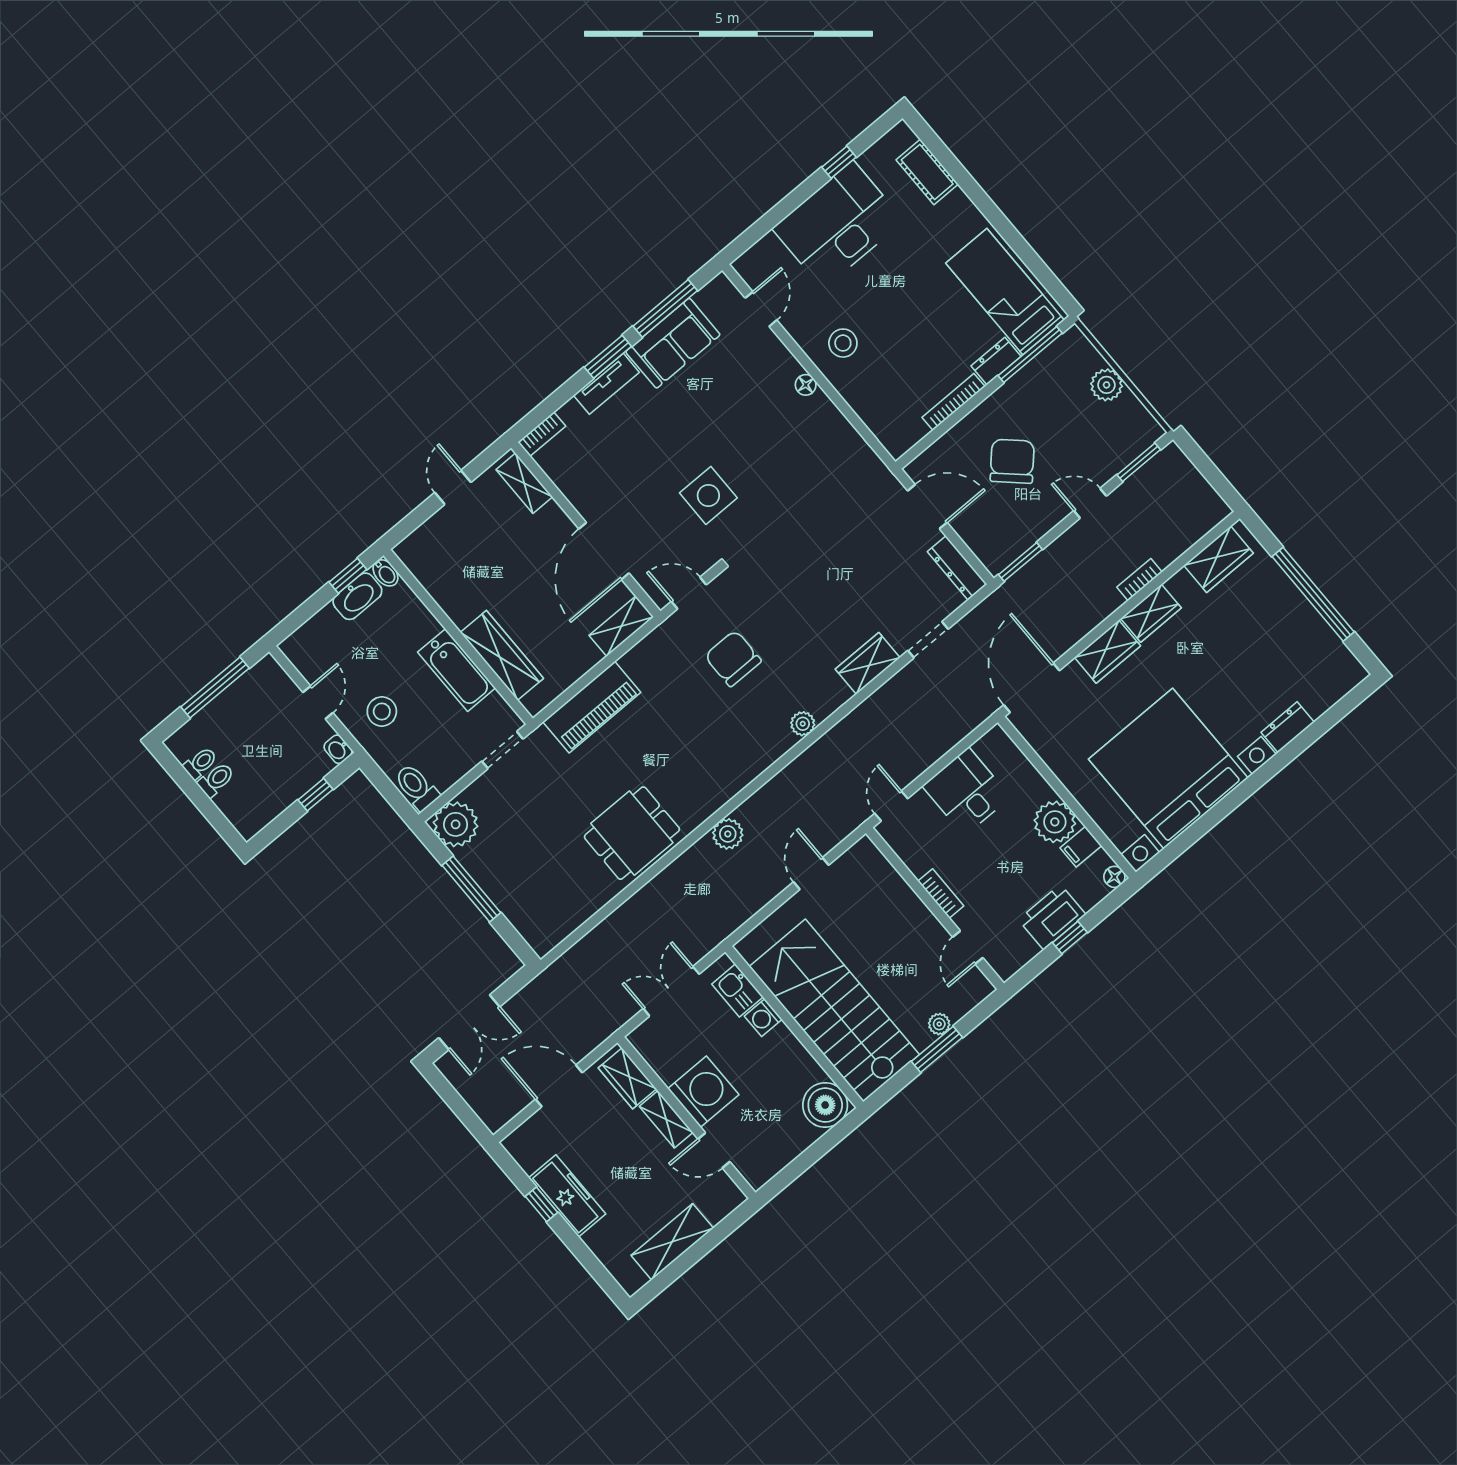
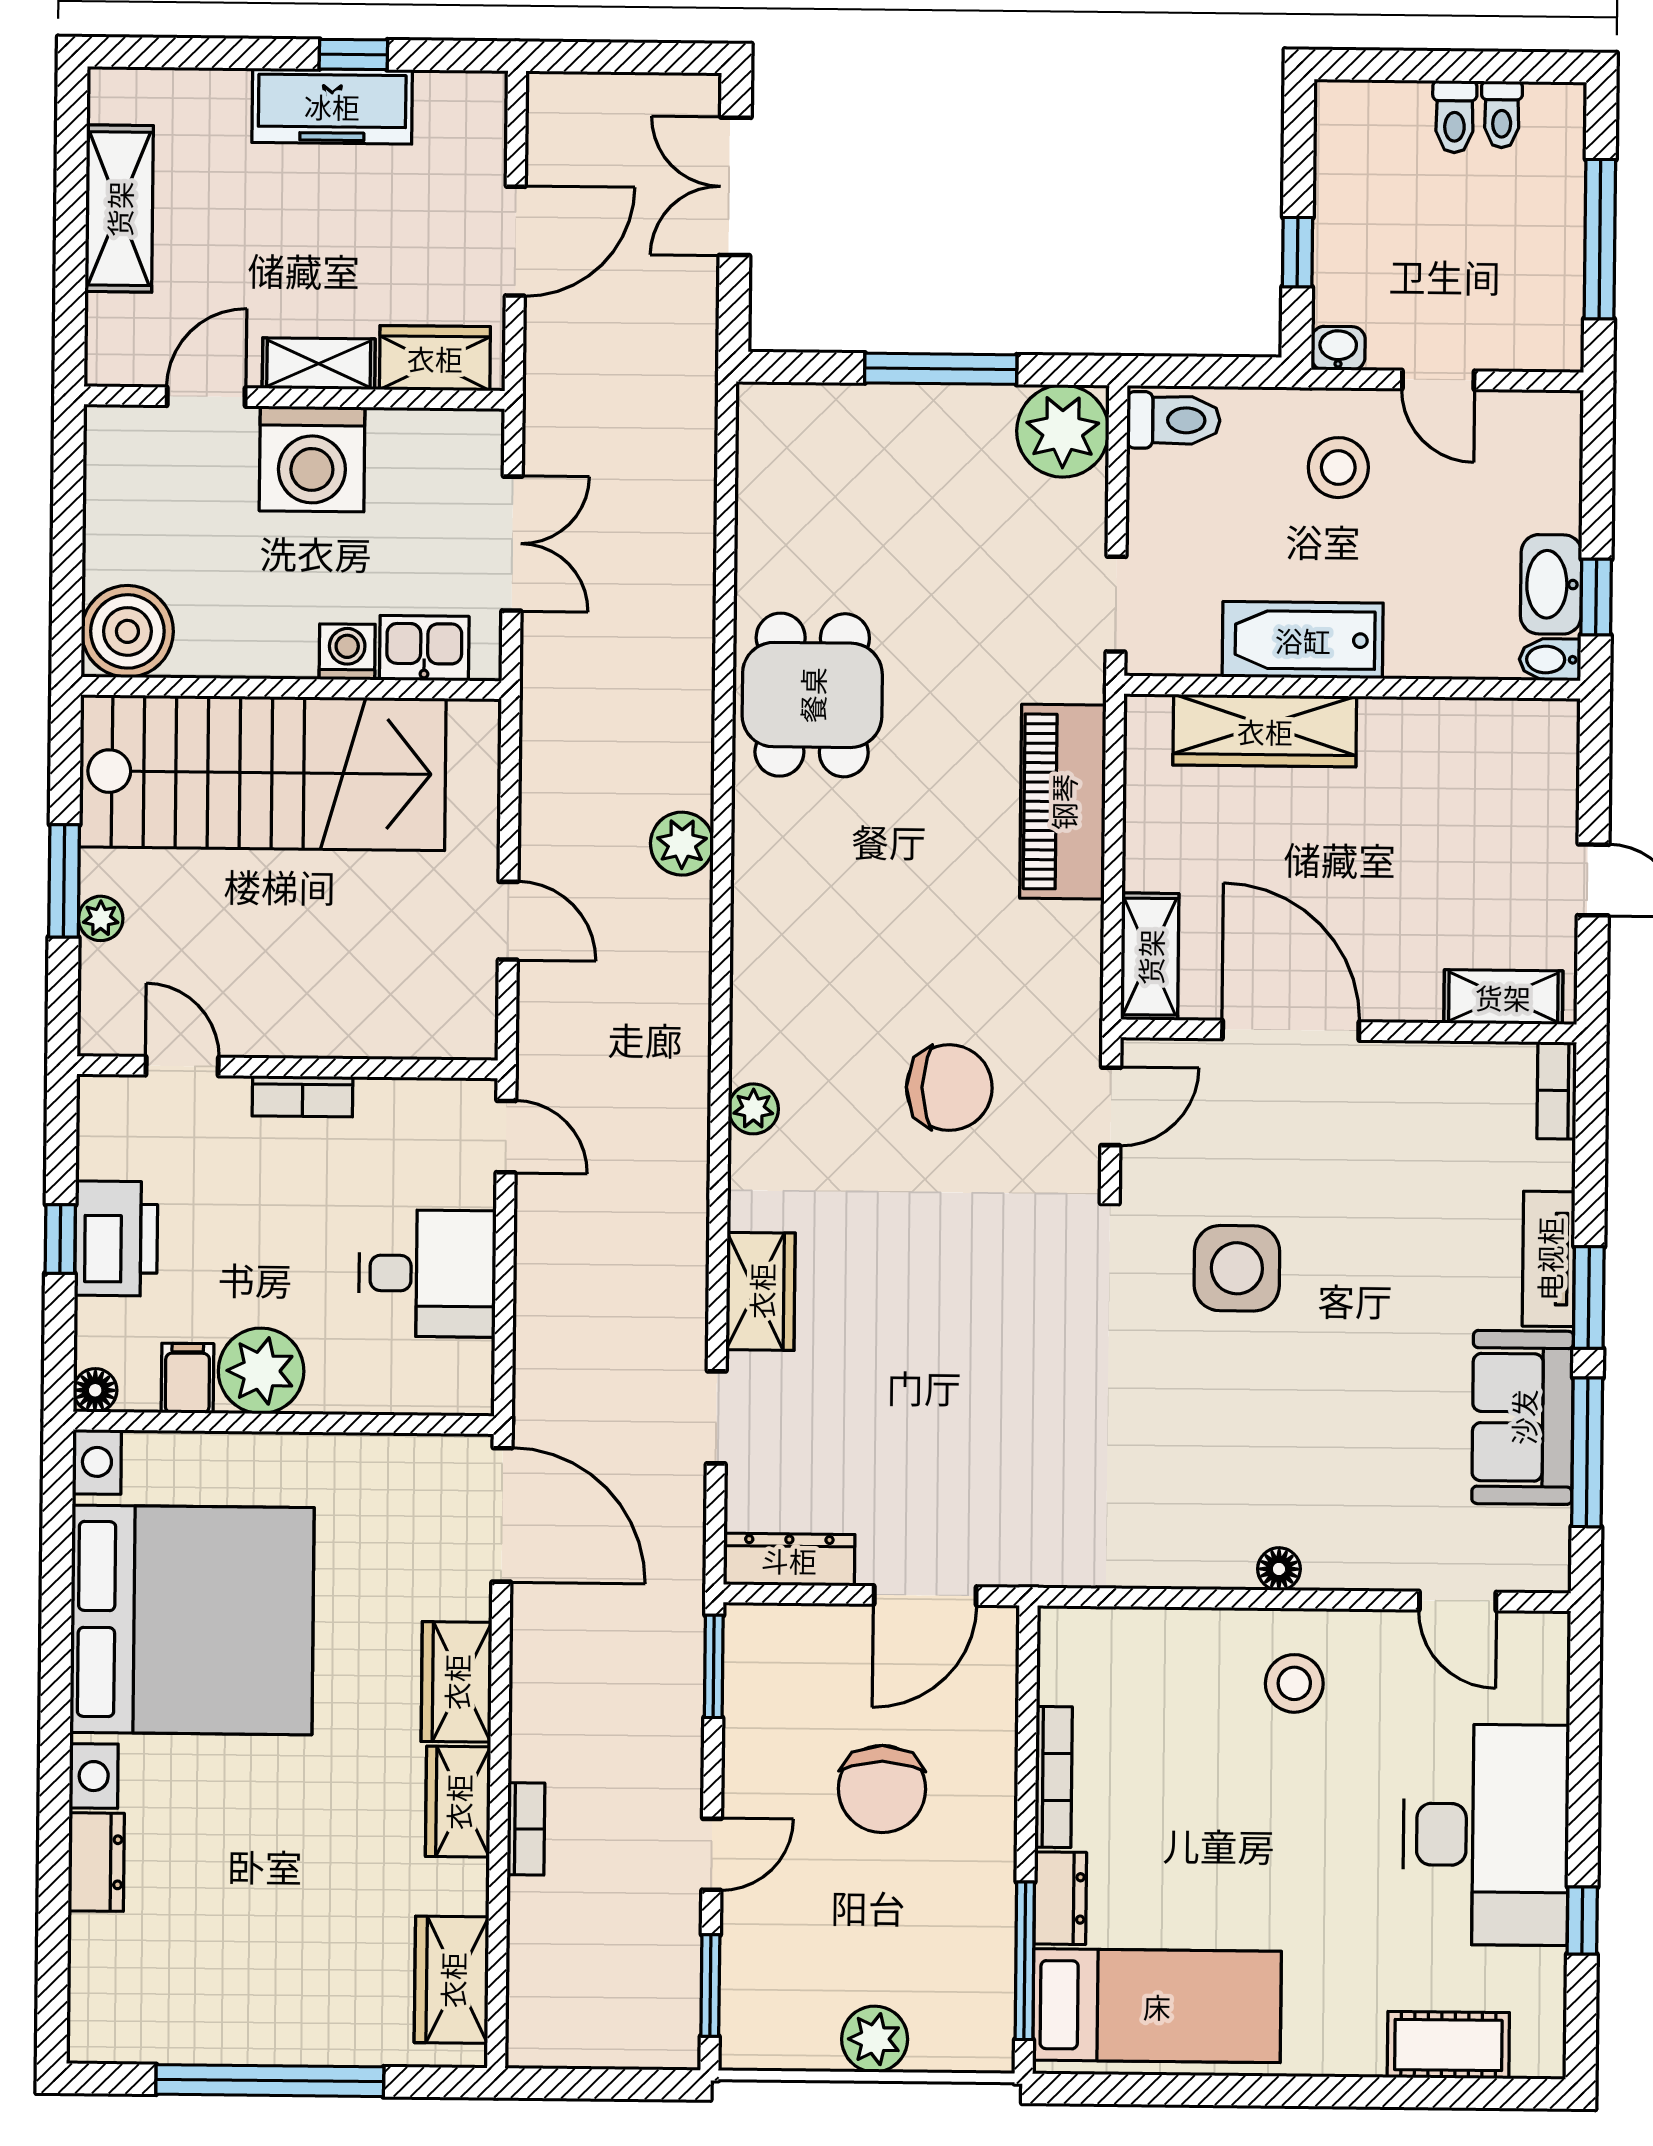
chair: (1012, 461) -> (882, 1789), turned 47

